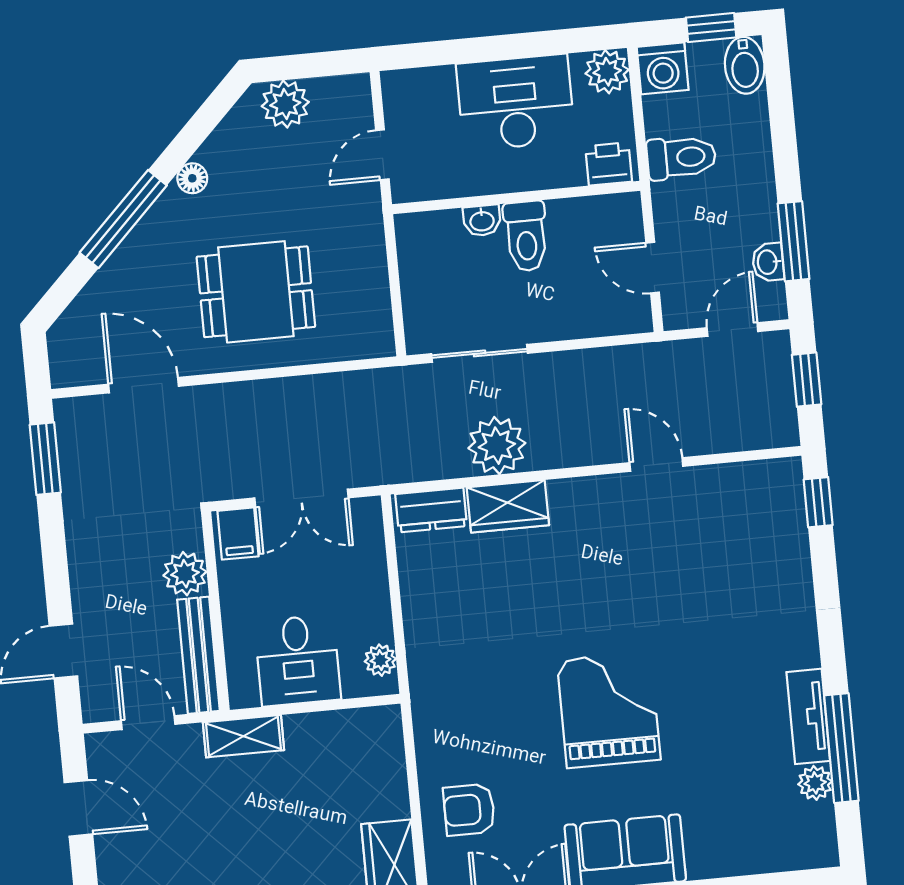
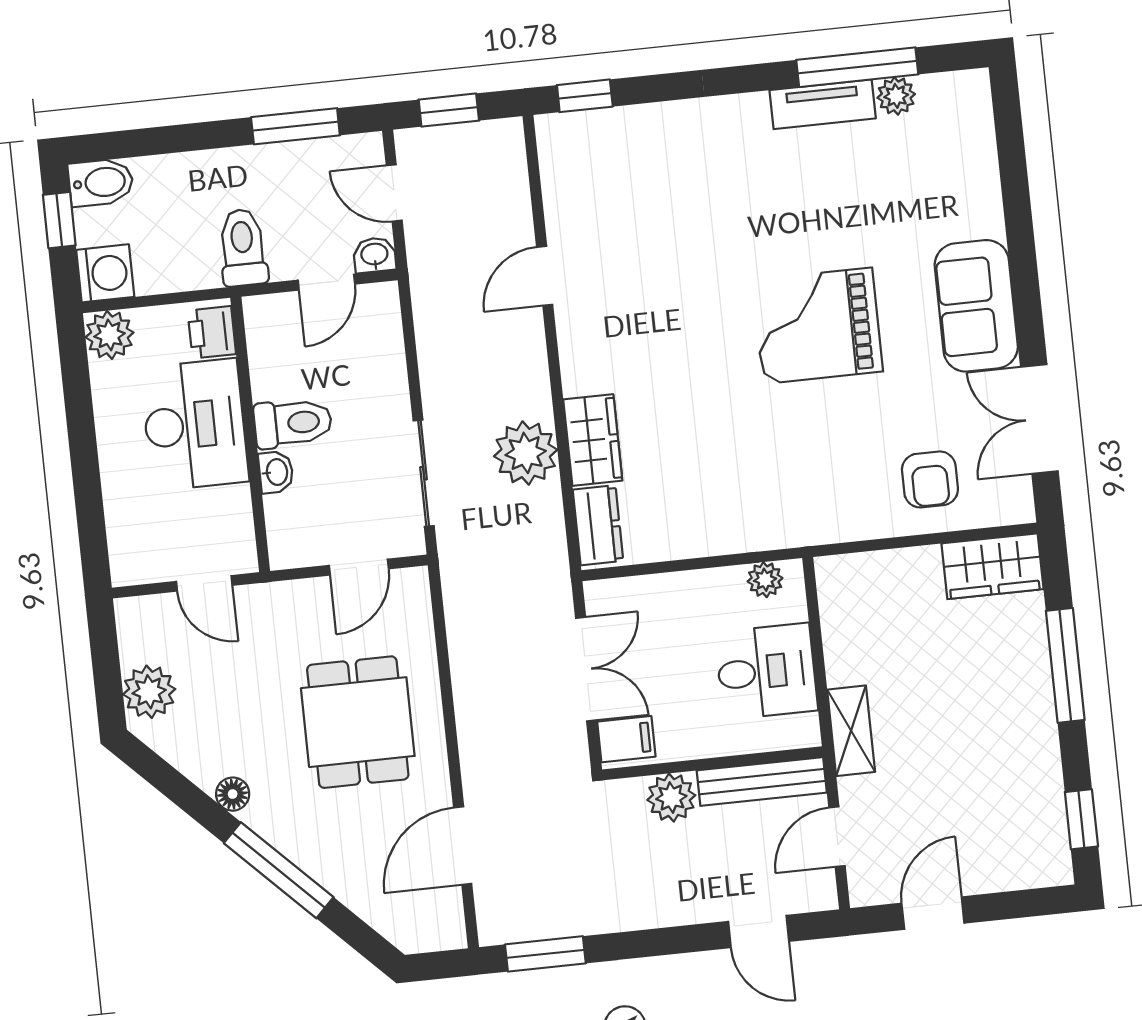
desk: (516, 103) -> (195, 425), moved, turned 180
toilet: (681, 158) -> (243, 248), moved
washbasin: (768, 262) -> (375, 255), moved, turned 180
door: (396, 294) -> (359, 567), added

